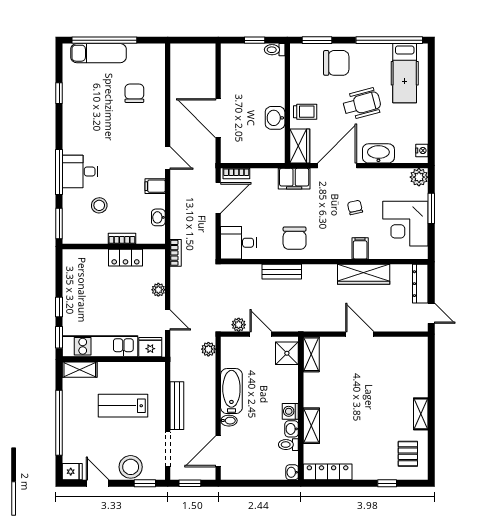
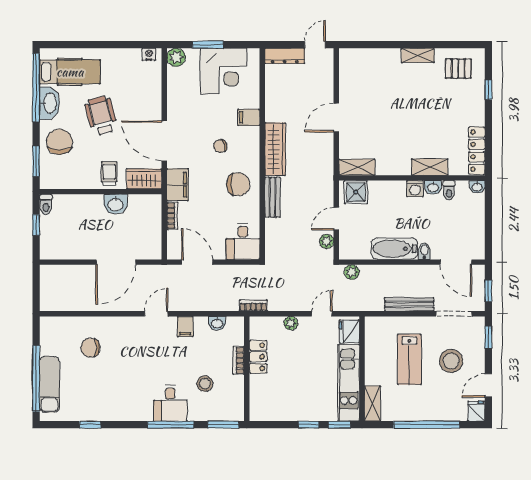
washbasin: (378, 153) -> (49, 103), moved, turned 180
bookcase: (236, 173) -> (172, 216), moved
chair: (355, 207) -> (220, 146), moved
wardrobe: (364, 274) -> (275, 149), moved
stool: (131, 467) -> (451, 361), moved

